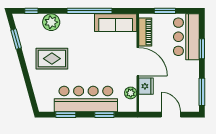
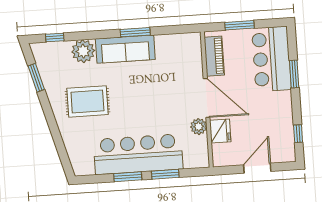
window: (89, 11) -> (135, 32), width x0.47
sofa: (116, 23) -> (125, 49), moved
window: (202, 92) -> (298, 134), width x0.46
plant: (131, 93) -> (199, 127), moved
window: (66, 115) -> (128, 177), moved
door: (171, 115) -> (257, 168), hinge flipped

